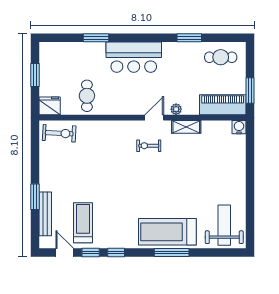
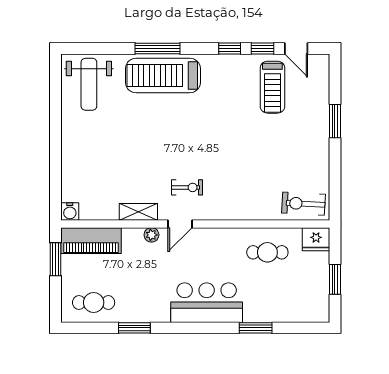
cafe table: (87, 96) -> (267, 252), turned 90
bench: (45, 214) -> (322, 99), removed
treadmill: (167, 232) -> (163, 75), turned 180

